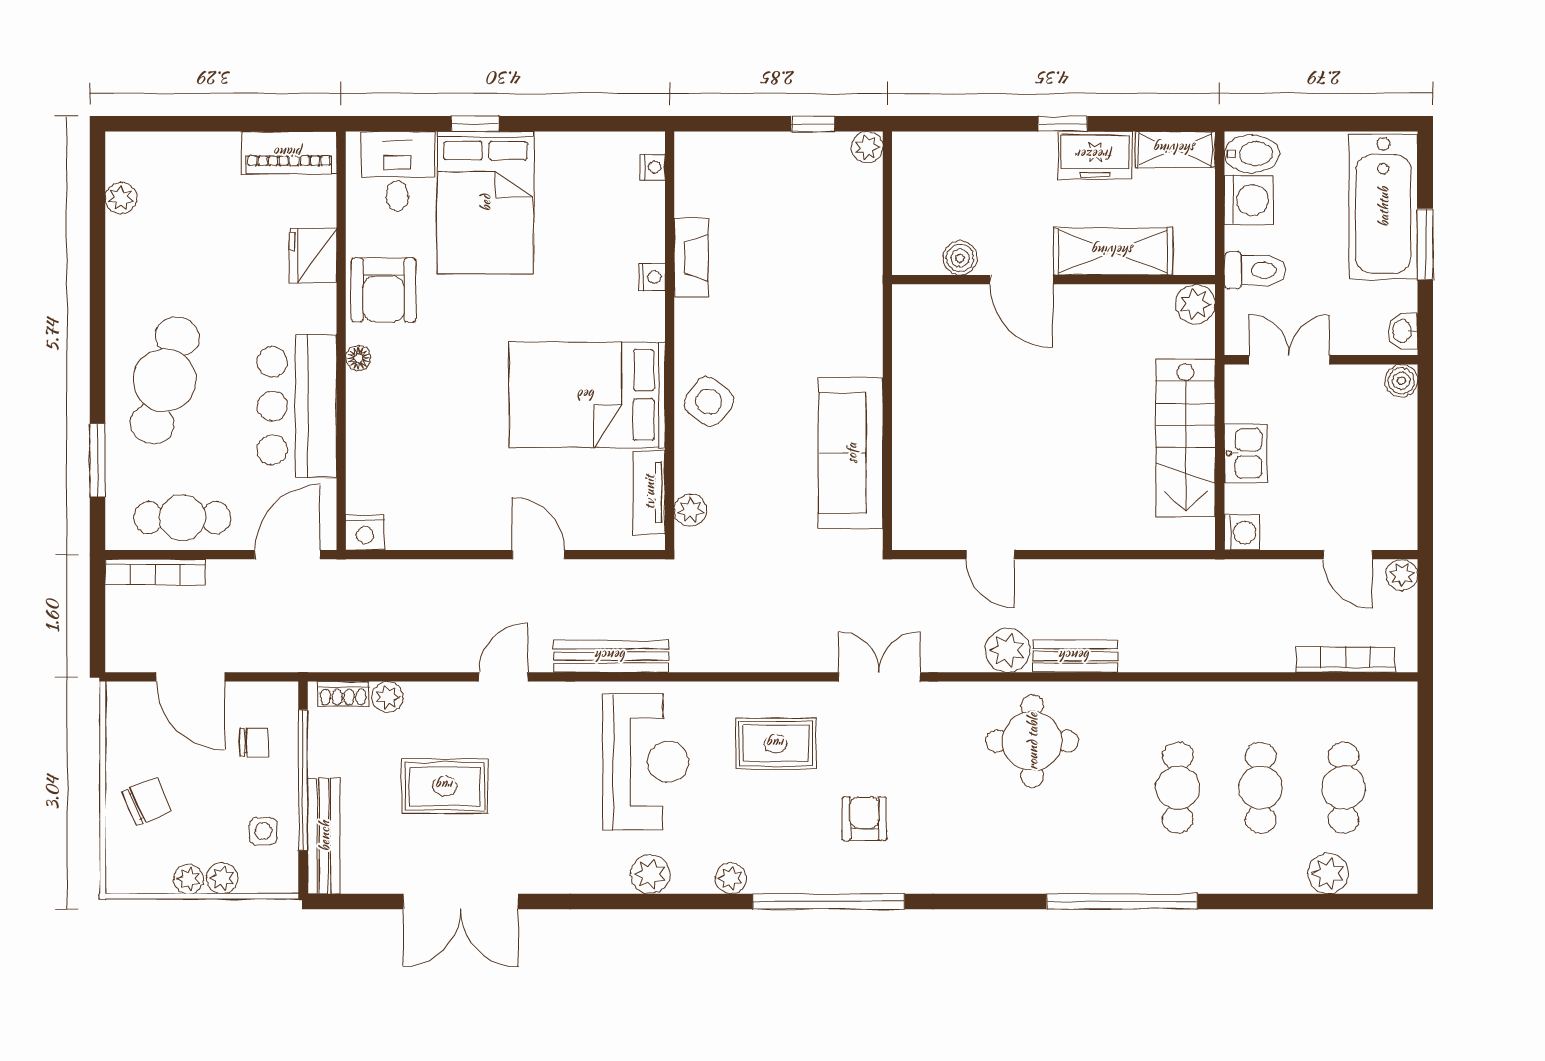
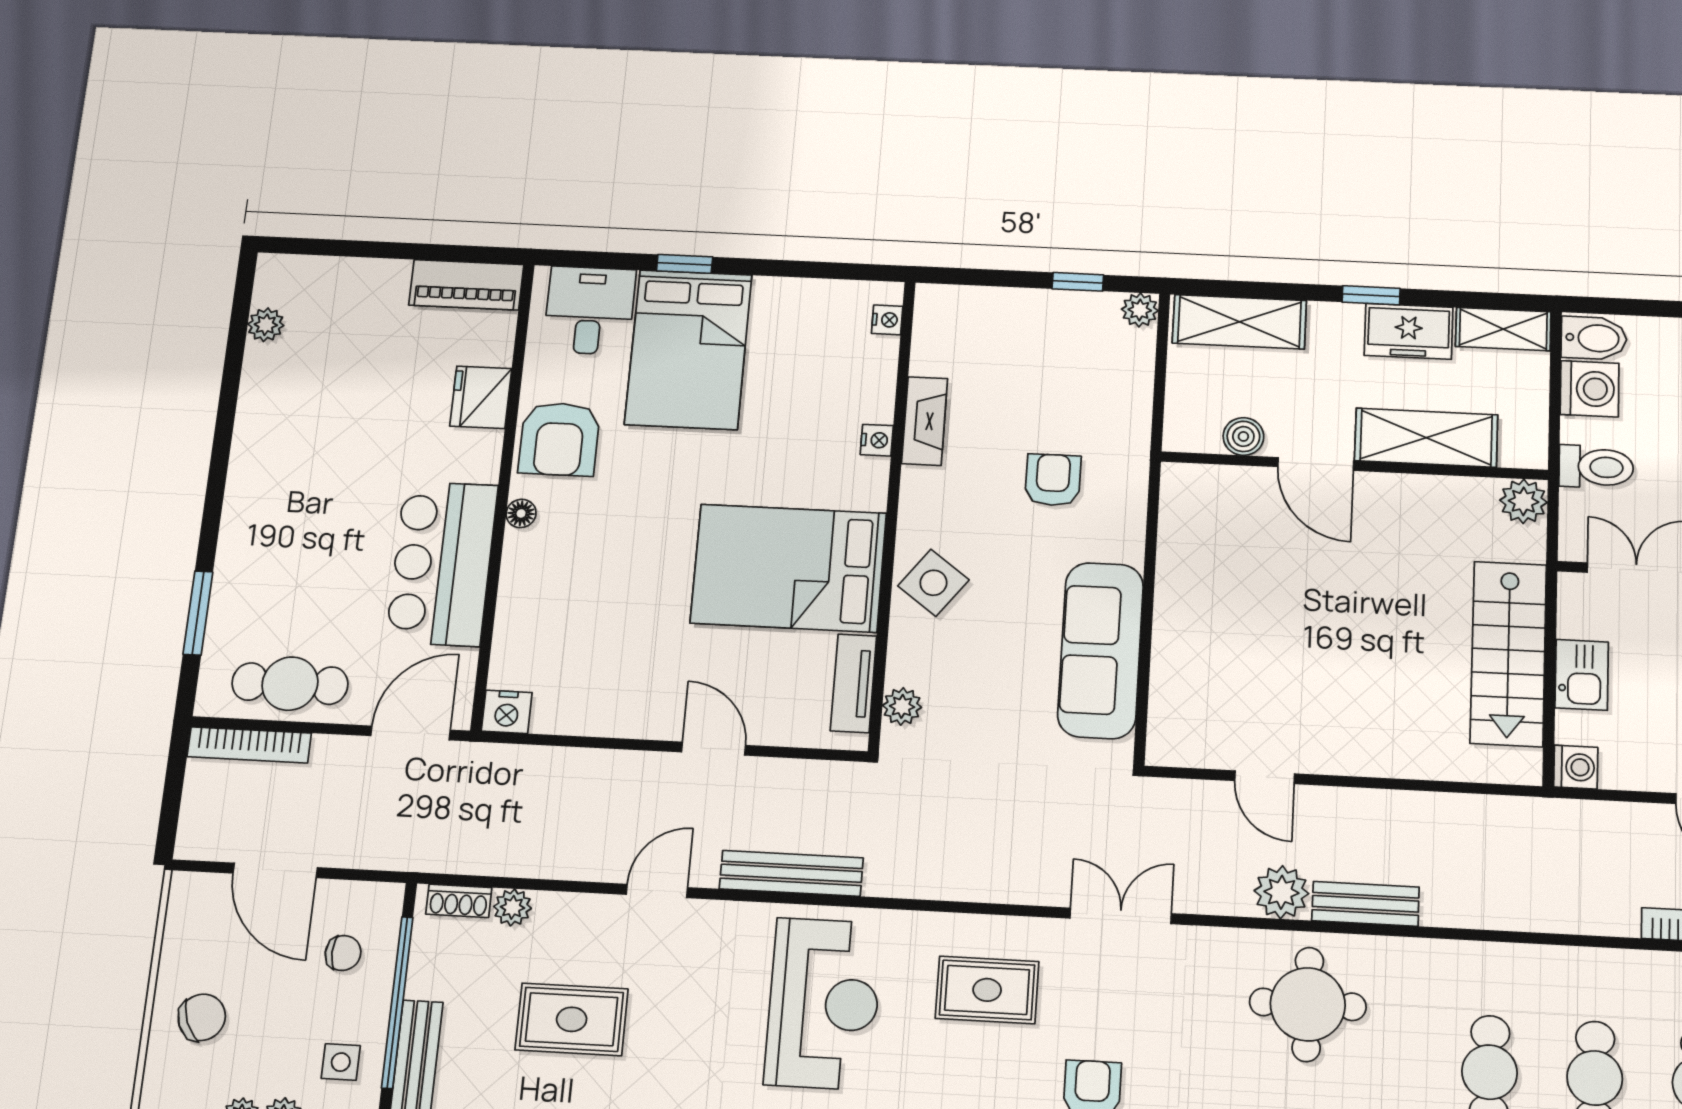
shelving: (952, 154) -> (1239, 322), added
armchair: (802, 305) -> (1053, 480), added
cafe table: (165, 380) -> (290, 527), removed

